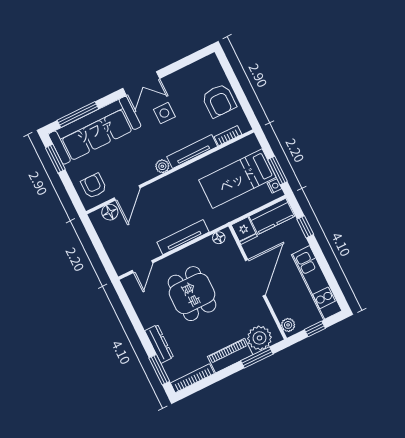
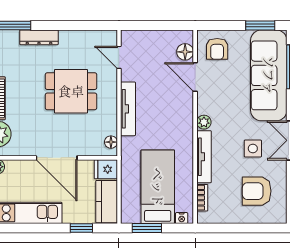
armchair: (219, 101) -> (257, 191), moved
armchair: (94, 186) -> (217, 49), turned 90
nightstand: (274, 186) -> (182, 218), moved

